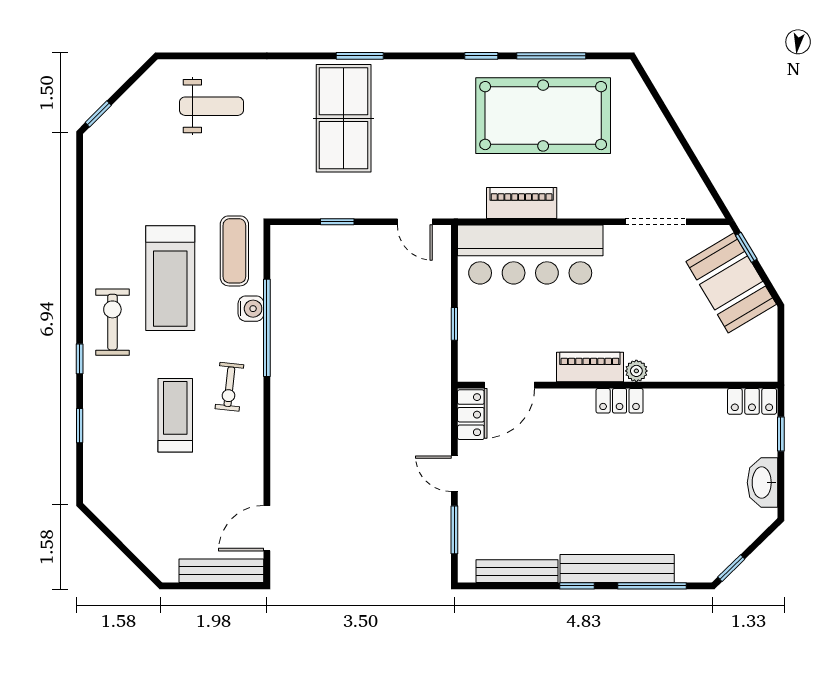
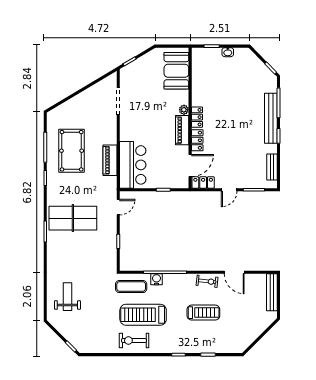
pool table: (543, 116) -> (72, 151), width x0.73, depth x0.76
table tennis table: (344, 118) -> (73, 218), moved
bar counter: (530, 255) -> (133, 165), width x0.73
treadmill: (170, 278) -> (143, 315), turned 180
booth: (731, 283) -> (176, 71), moved, turned -59
exercise bike: (112, 322) -> (134, 341), moved
door: (509, 385) -> (190, 166), hinge flipped
exercise bike: (229, 387) -> (207, 281), moved
locker: (752, 401) -> (197, 140), moved
treadmill: (175, 415) -> (203, 313), turned 180
washbasin: (763, 483) -> (228, 52), width x0.52, depth x0.69
door: (267, 528) -> (234, 272), moved
bench: (517, 571) -> (272, 167), width x0.73

